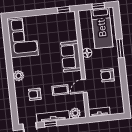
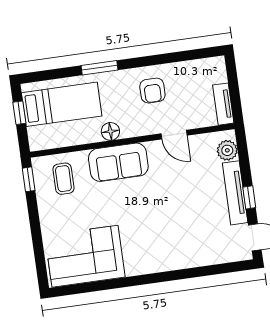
plant: (19, 76) -> (159, 262), removed
coffee table: (60, 90) -> (63, 179), moved
armchair: (35, 94) -> (193, 229), removed

